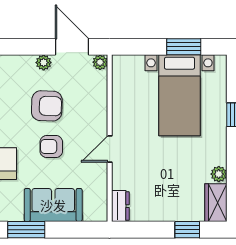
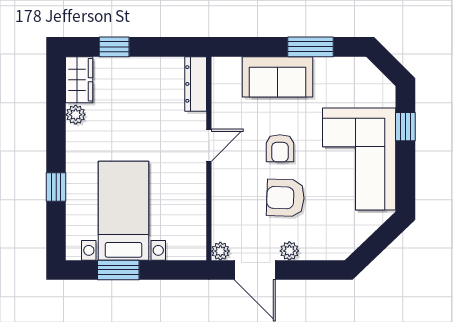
armchair: (51, 147) -> (280, 148), turned 90
dresser: (120, 206) -> (196, 84), width x1.44

